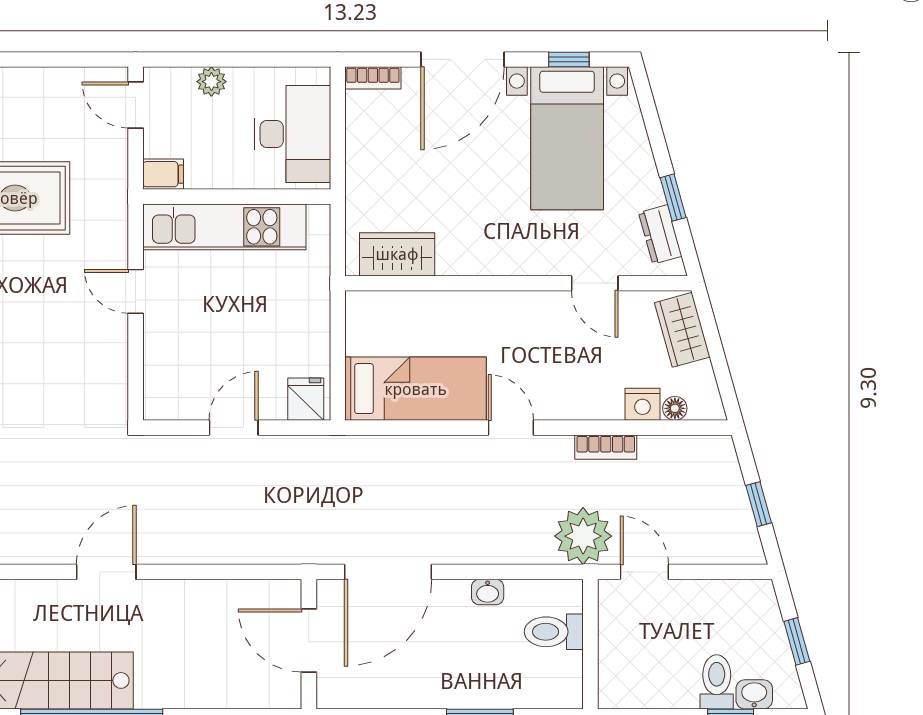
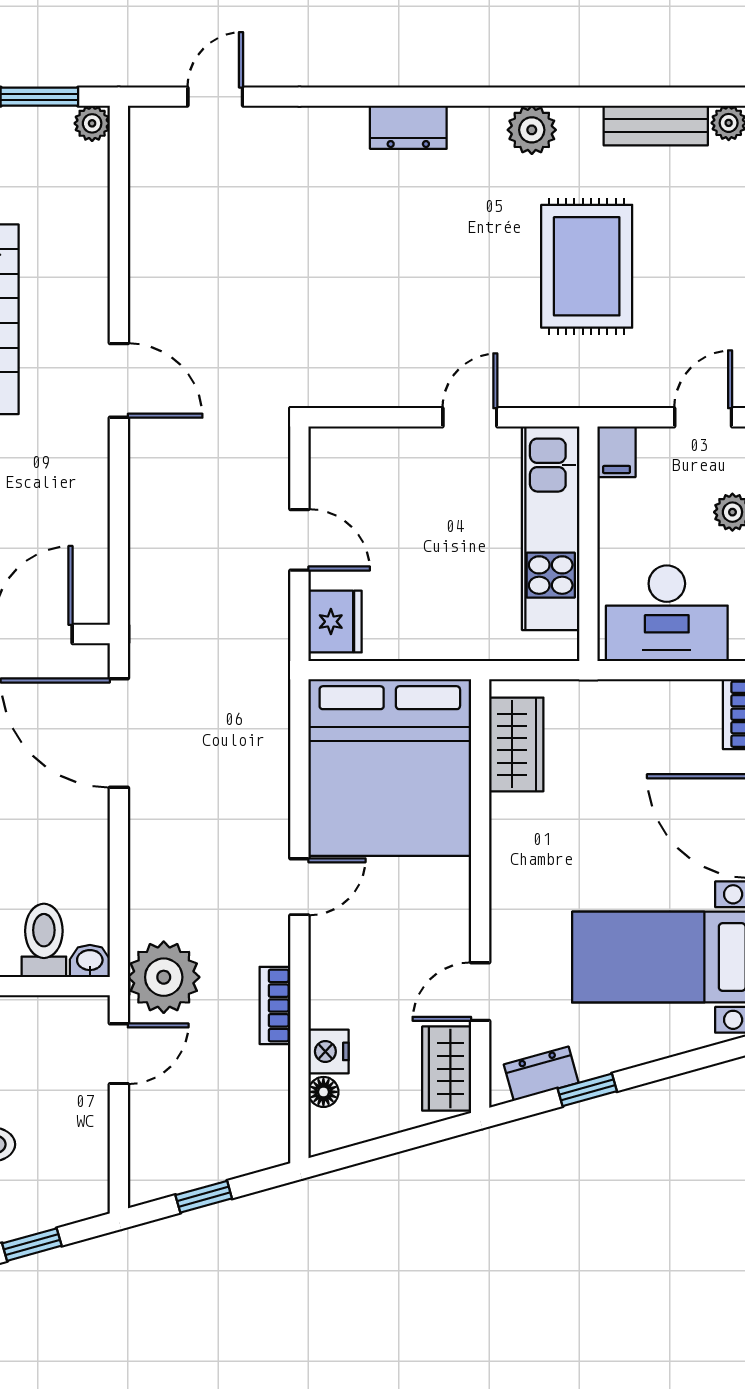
wardrobe: (682, 330) -> (447, 1069), moved, turned -74
bed: (416, 389) -> (390, 767), width x2.04
fridge: (306, 399) -> (335, 622), width x1.38
washbasin: (488, 592) -> (90, 961), moved, turned 90

